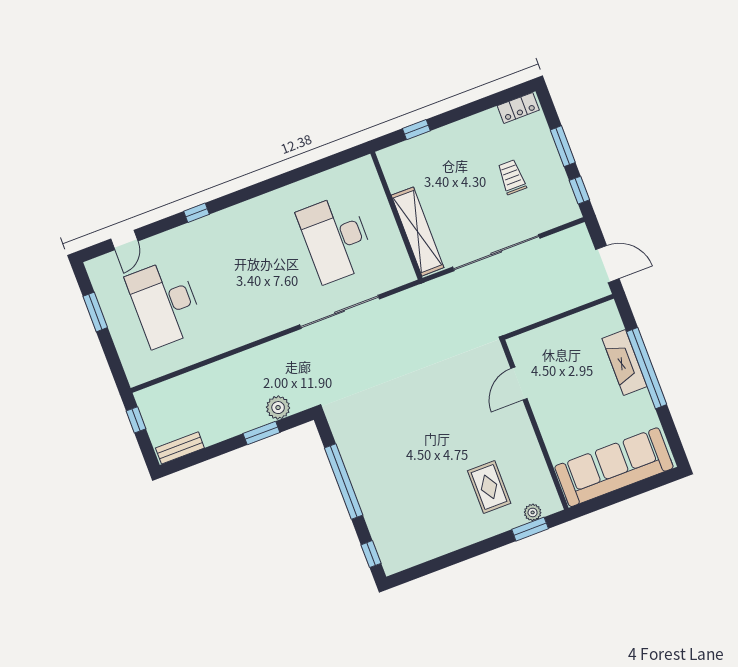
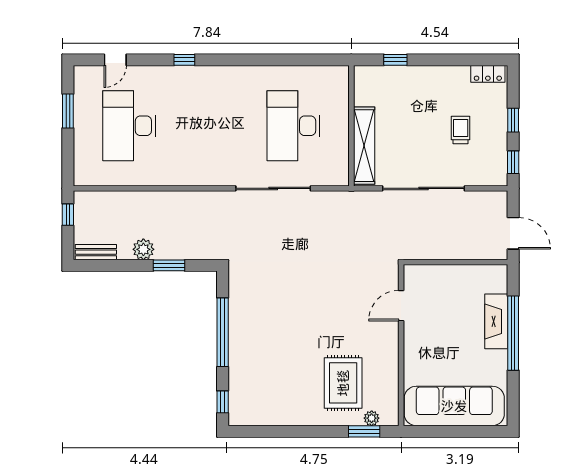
window: (563, 146) -> (513, 120), width x0.67
plant: (278, 408) -> (143, 249), moved
rug: (489, 487) -> (343, 383), width x1.36, depth x1.43

